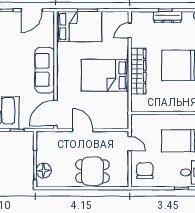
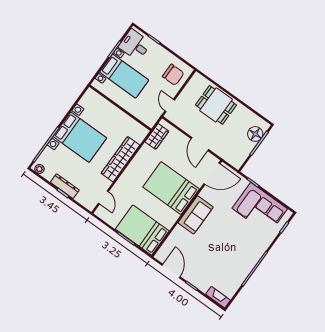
door: (32, 10) -> (171, 271), hinge flipped
door: (130, 30) -> (103, 197), hinge flipped
sofa: (45, 70) -> (196, 215), width x0.73
bed: (105, 75) -> (171, 188), moved, turned 180
wardrobe: (122, 111) -> (157, 137), added
chair: (145, 171) -> (173, 75), turned -90

